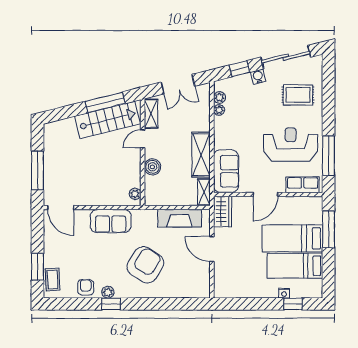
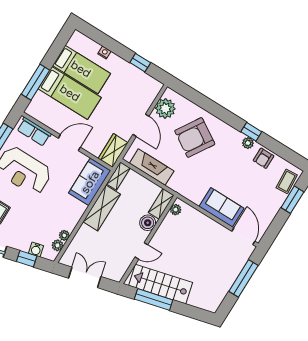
water cooler: (258, 77) -> (36, 250), moved
shelving: (151, 114) -> (161, 204), moved
sofa: (111, 221) -> (221, 207), moved
armchair: (145, 265) -> (195, 137), moved
plant: (200, 277) -> (165, 108), added
window: (293, 304) -> (140, 63), moved

